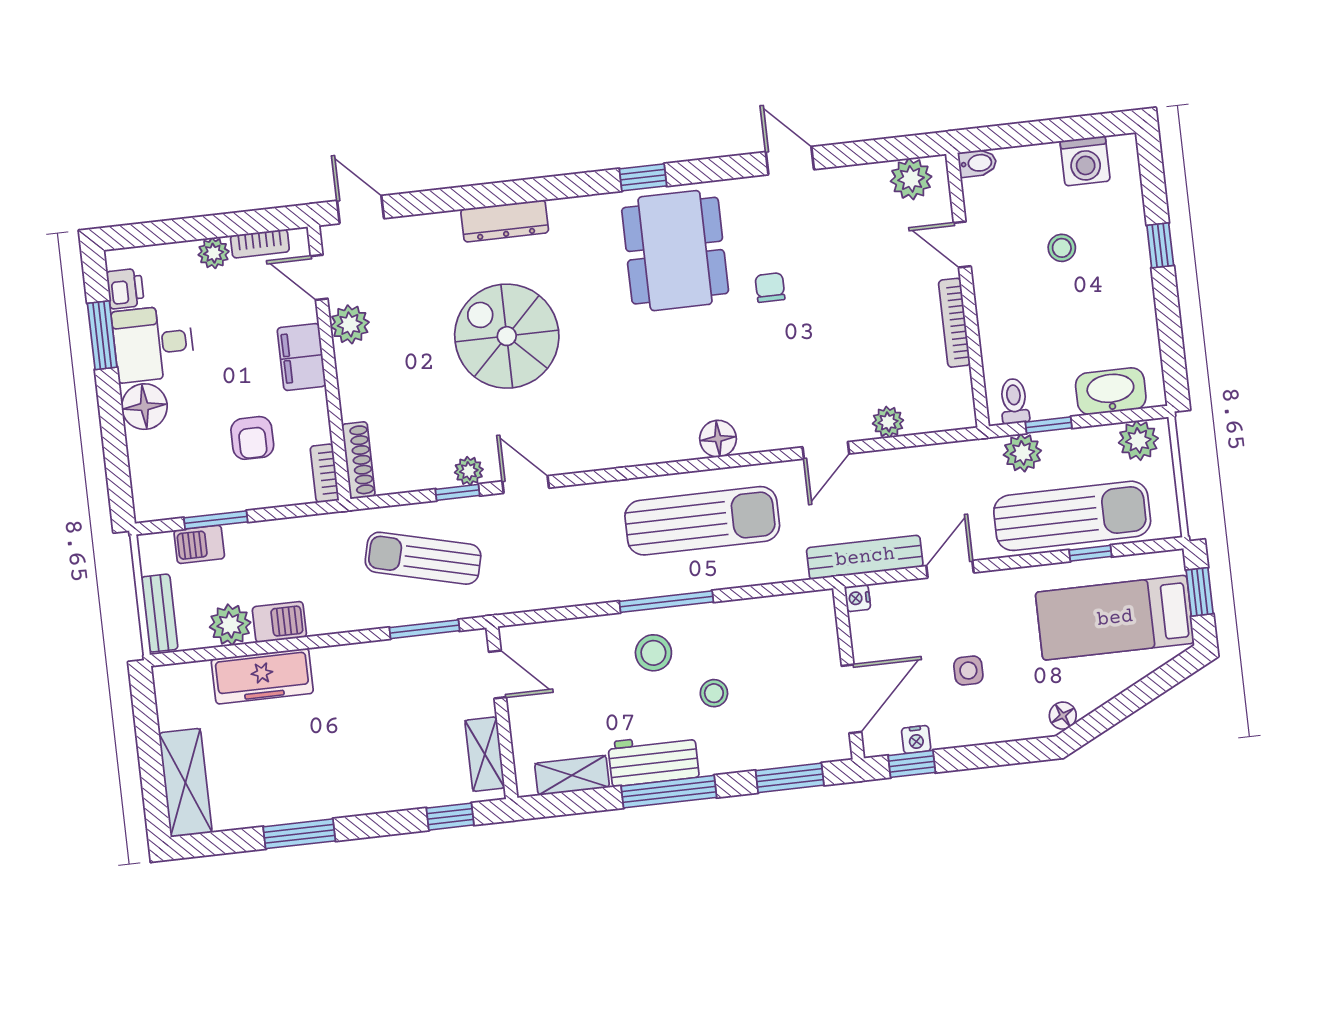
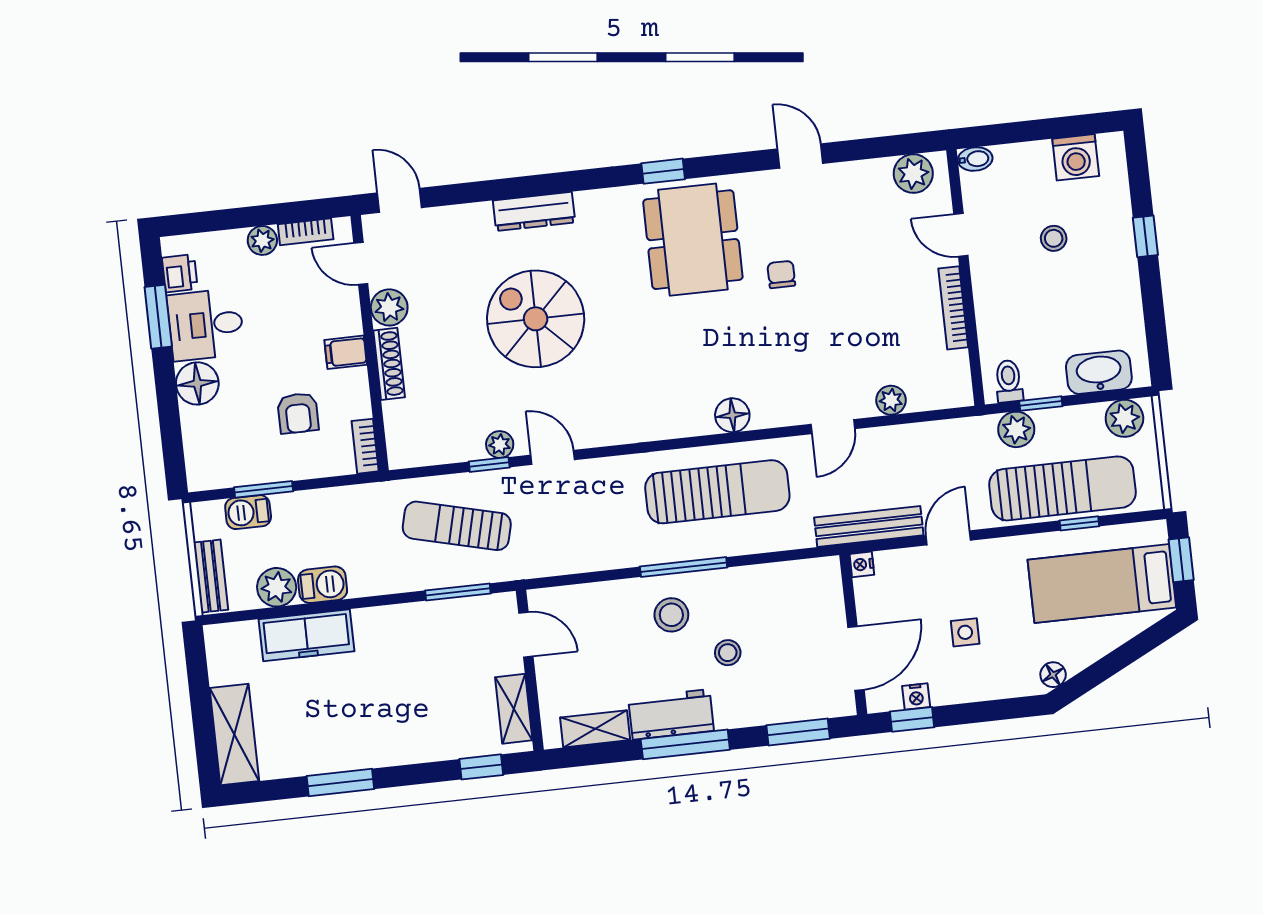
filing cabinet: (301, 357) -> (346, 352), width x0.50
shoe rack: (358, 460) -> (389, 364), moved

